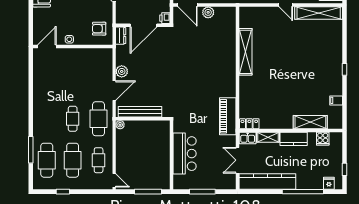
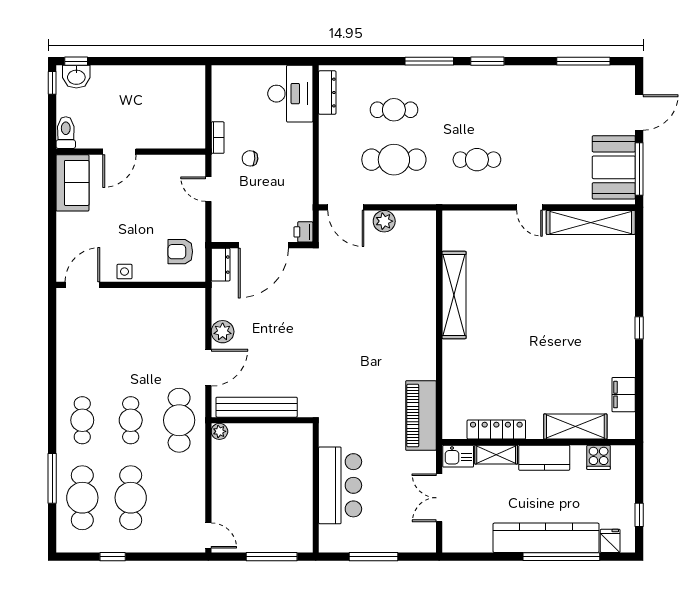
filing cabinet: (336, 100) -> (624, 395), width x2.00
locker: (249, 124) -> (496, 430), moved, width x1.53
cafe table: (99, 160) -> (82, 420), moved
kitchen counter: (267, 182) -> (546, 538), moved

